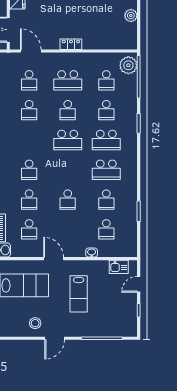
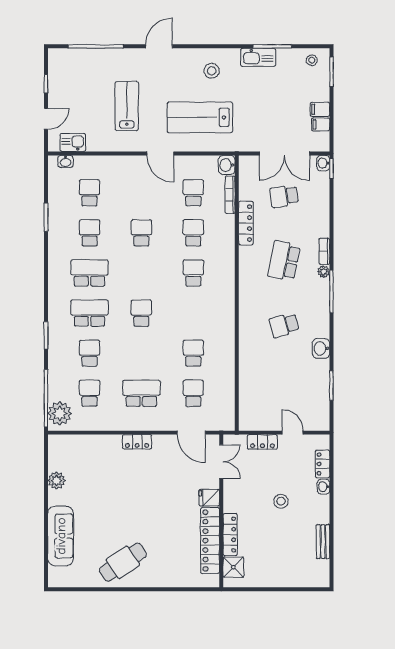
school desk: (68, 110) -> (141, 353), removed
school desk: (68, 140) -> (141, 313), width x0.54
washbasin: (92, 253) -> (66, 162), moved
stool: (35, 323) -> (212, 71), moved

